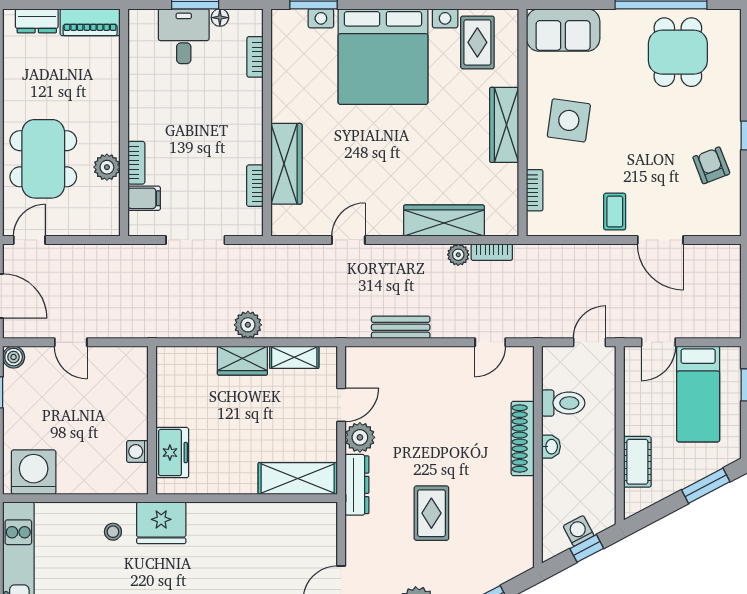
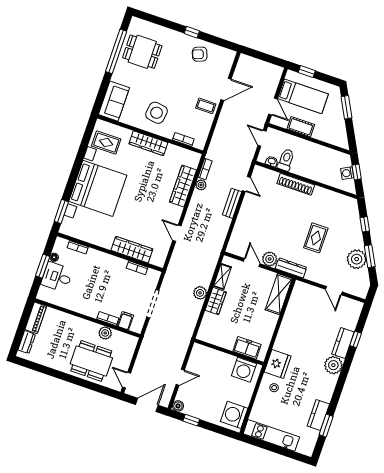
bench: (401, 327) -> (232, 203), moved
washbasin: (551, 447) -> (272, 161), moved
washing machine: (137, 452) -> (244, 370), width x1.89, depth x1.89
cot: (637, 462) -> (301, 127), moved
rug: (431, 513) -> (316, 238), turned 90

